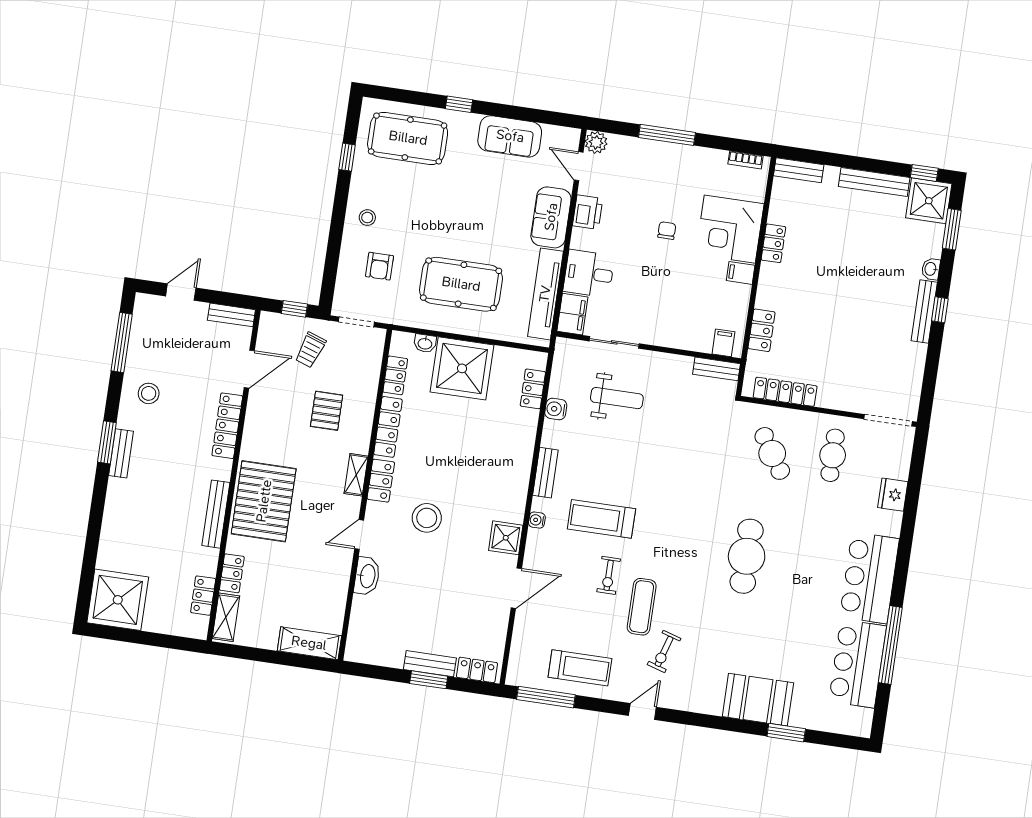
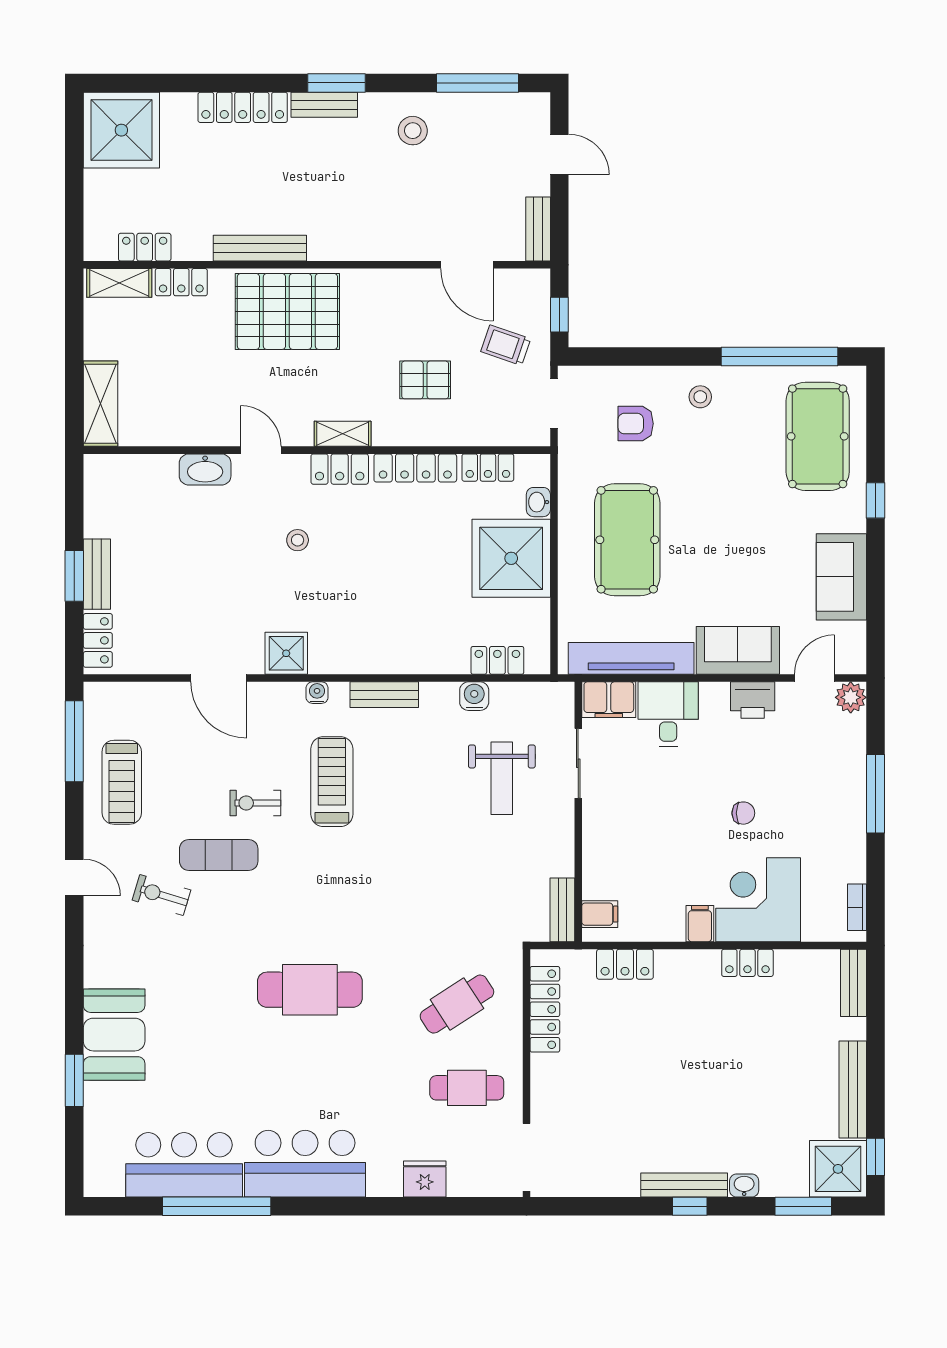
window: (347, 157) -> (779, 357), width x3.17
locker: (227, 426) -> (243, 107), moved, turned 180
stool: (427, 518) -> (298, 540), width x0.53, depth x0.53

